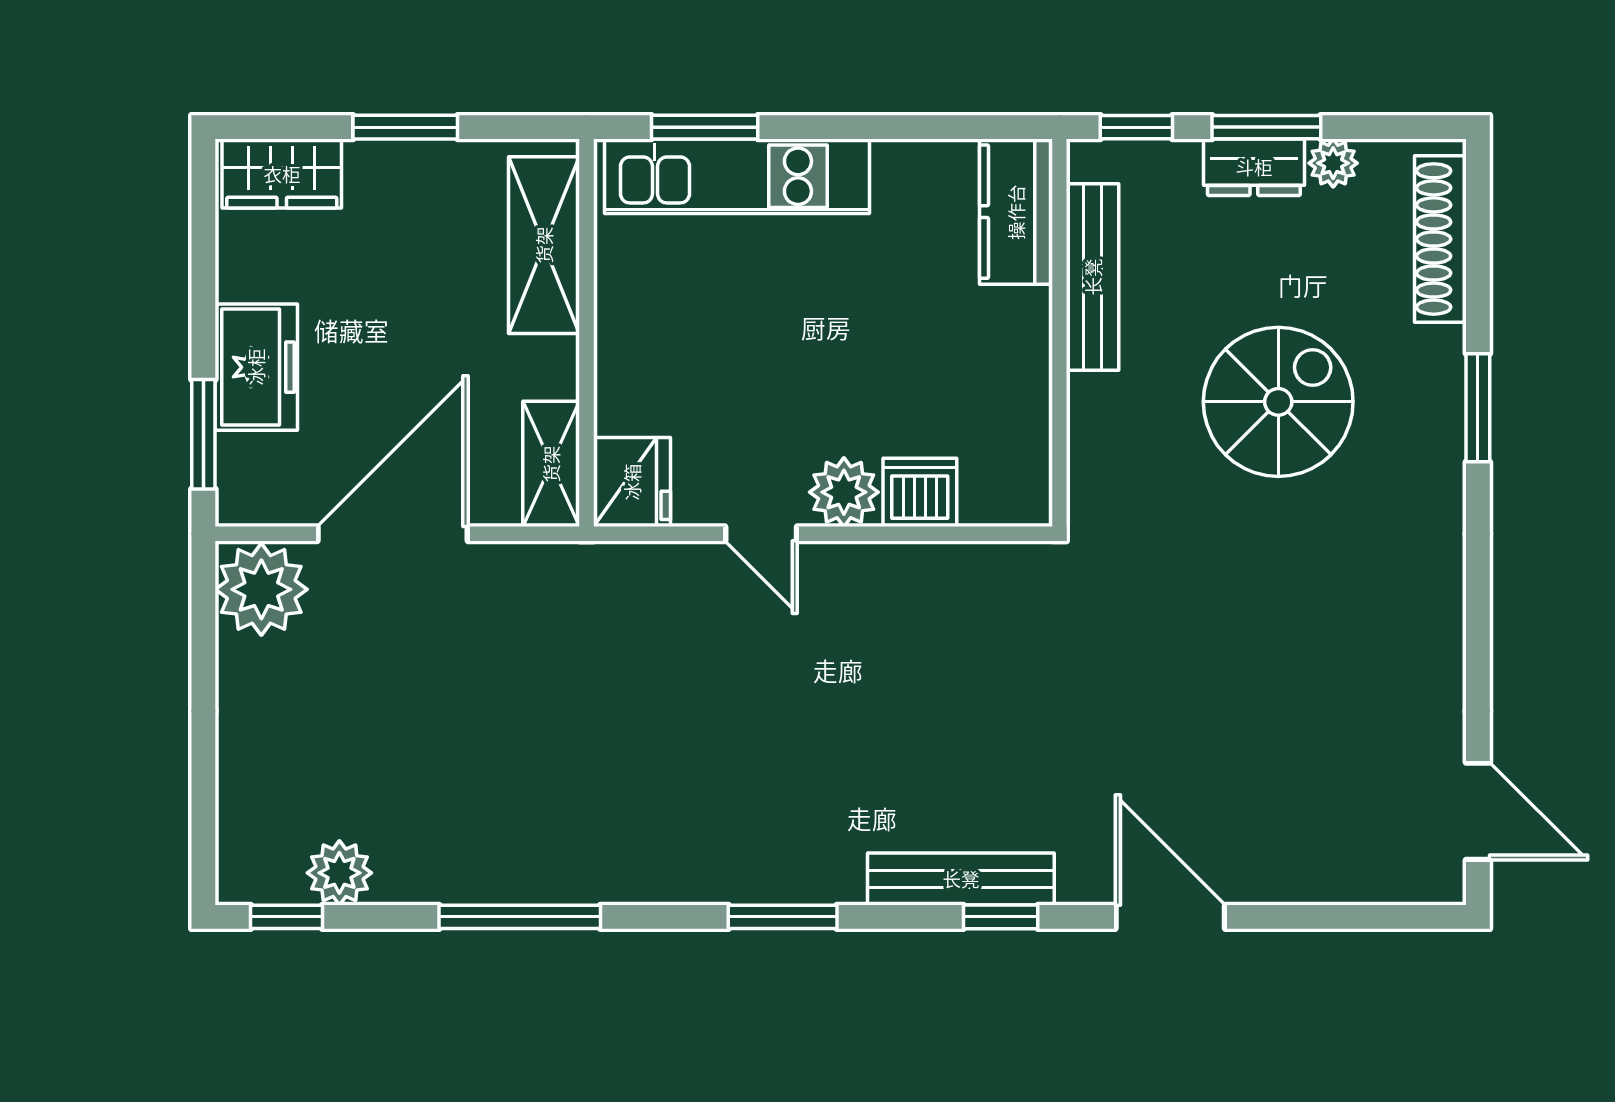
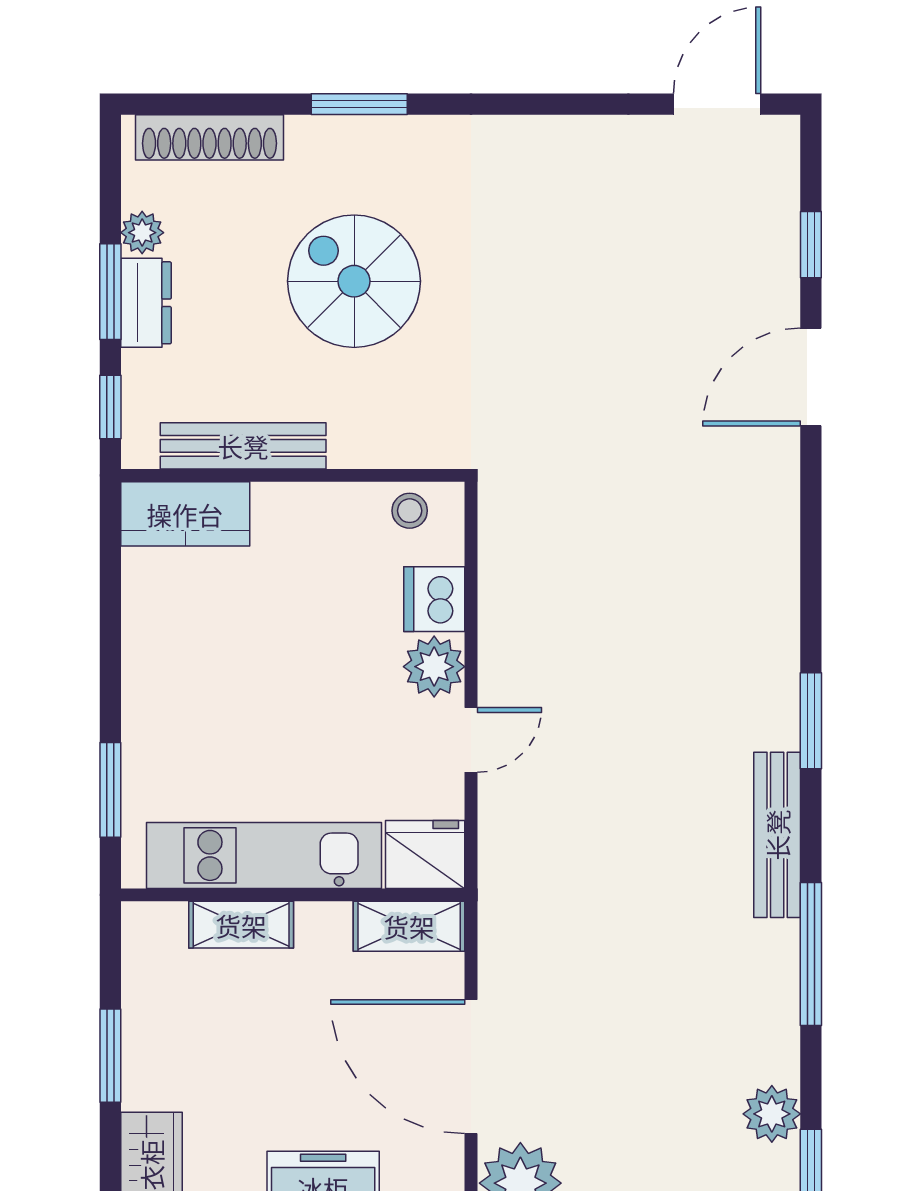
kitchen unit: (737, 176) -> (264, 855), moved, turned -90
shelving: (544, 245) -> (241, 925), width x0.67, depth x0.75
stool: (1020, 465) -> (410, 511), added
bench: (961, 879) -> (777, 835), moved
window: (1001, 917) -> (811, 245), moved

